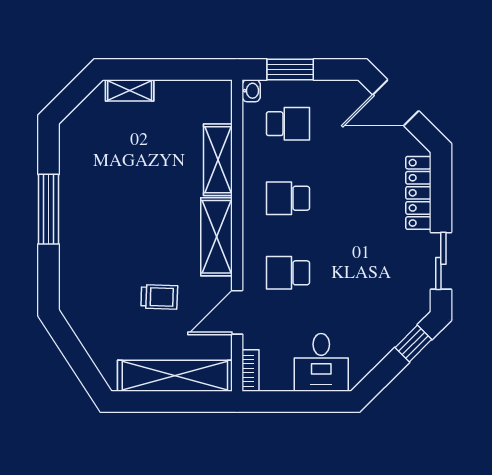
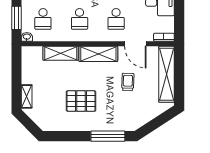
school desk: (288, 124) -> (43, 19), turned 180
pallet: (120, 201) -> (81, 101), added
window: (49, 209) -> (108, 136), moved

